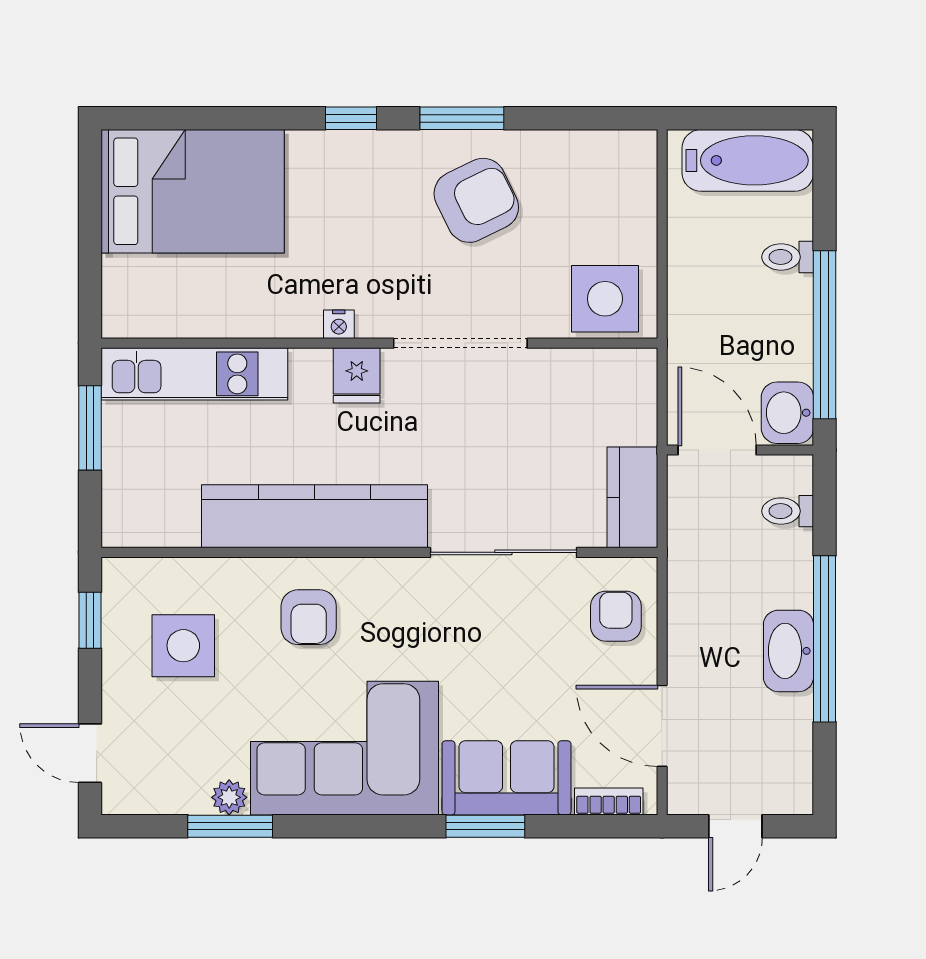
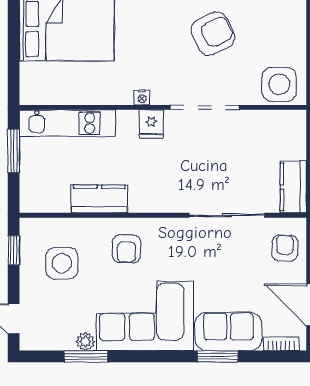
kitchen counter: (314, 516) -> (99, 199), width x0.48, depth x0.86

